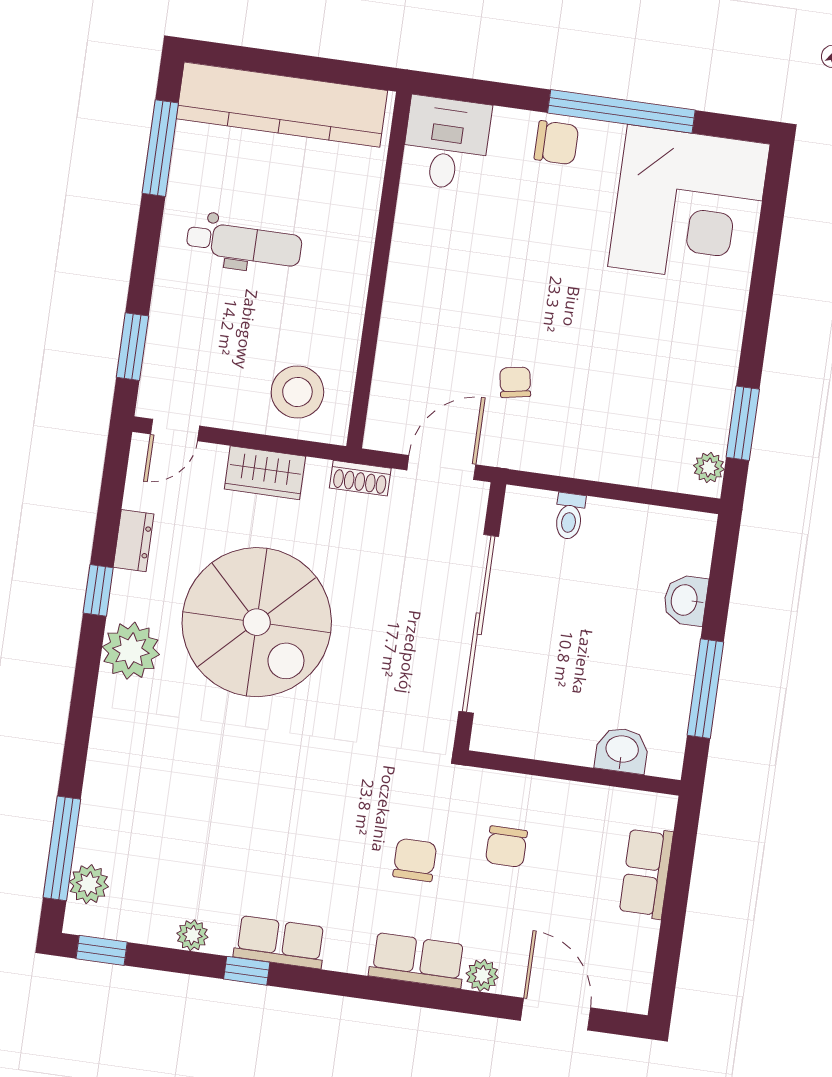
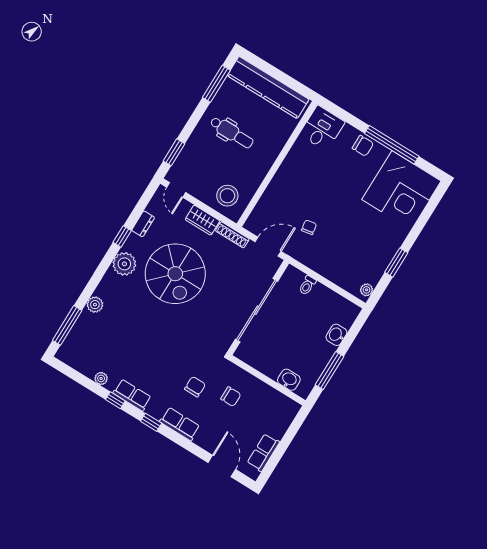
window: (743, 423) -> (396, 263), moved
door: (175, 430) -> (176, 190), hinge flipped
shoe rack: (360, 478) -> (232, 235), width x1.43
chair: (506, 847) -> (231, 397), turned -90
row of seats: (646, 873) -> (263, 453), moved
plant: (89, 884) -> (95, 305), moved
window: (102, 950) -> (151, 422), moved
plant: (482, 975) -> (201, 440), removed

